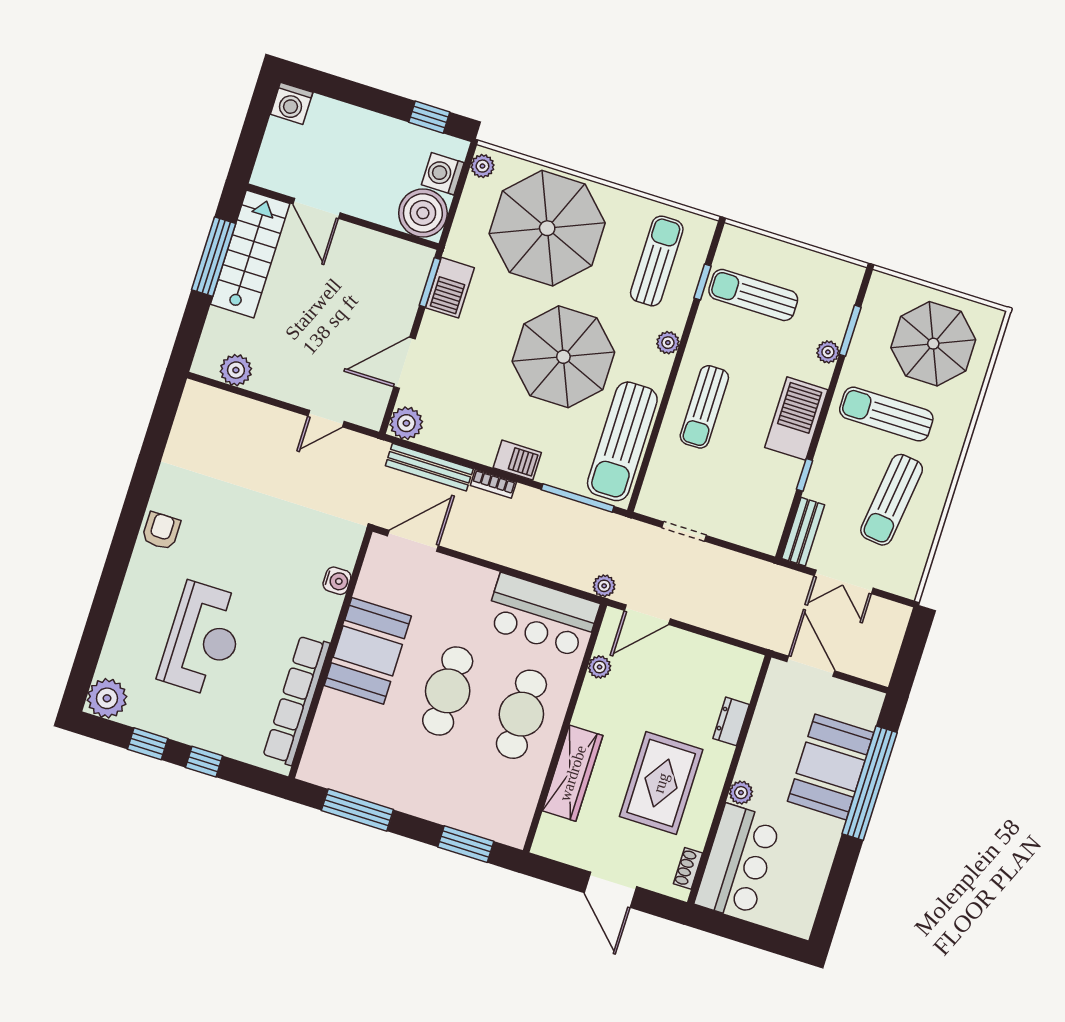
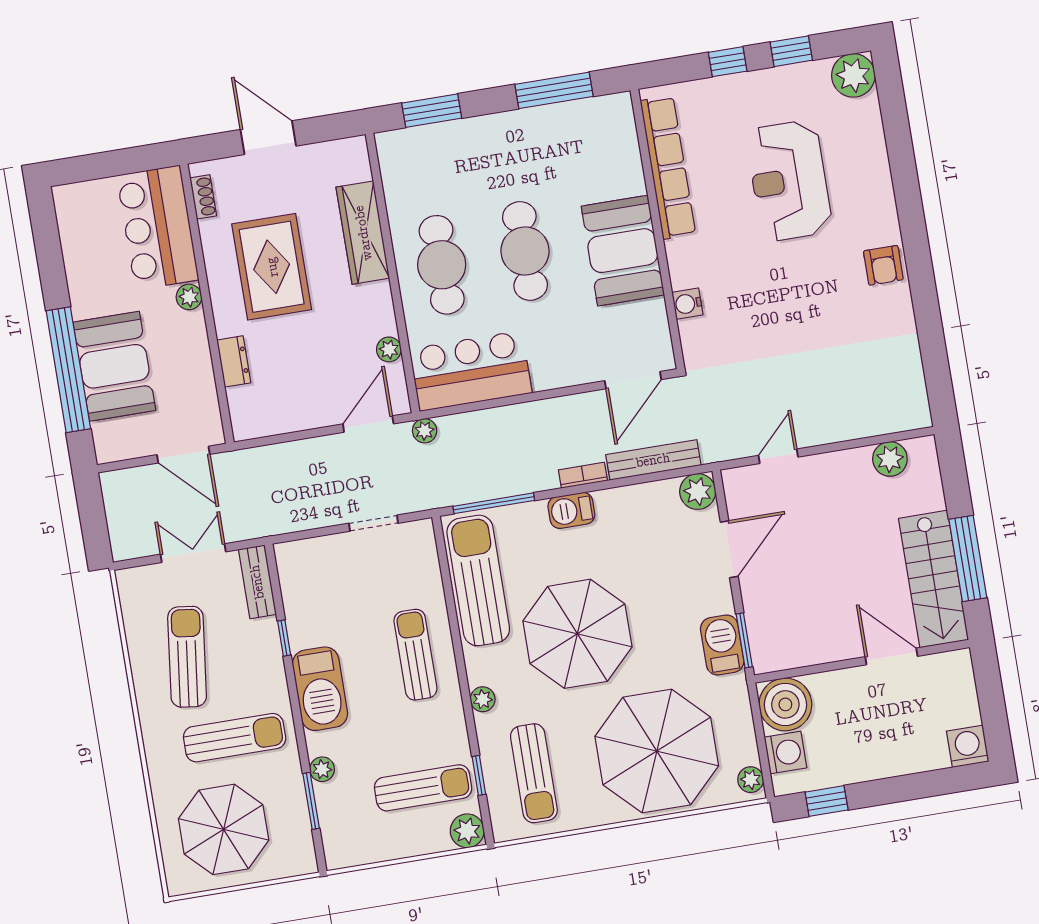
plant: (735, 242) -> (467, 831), added

